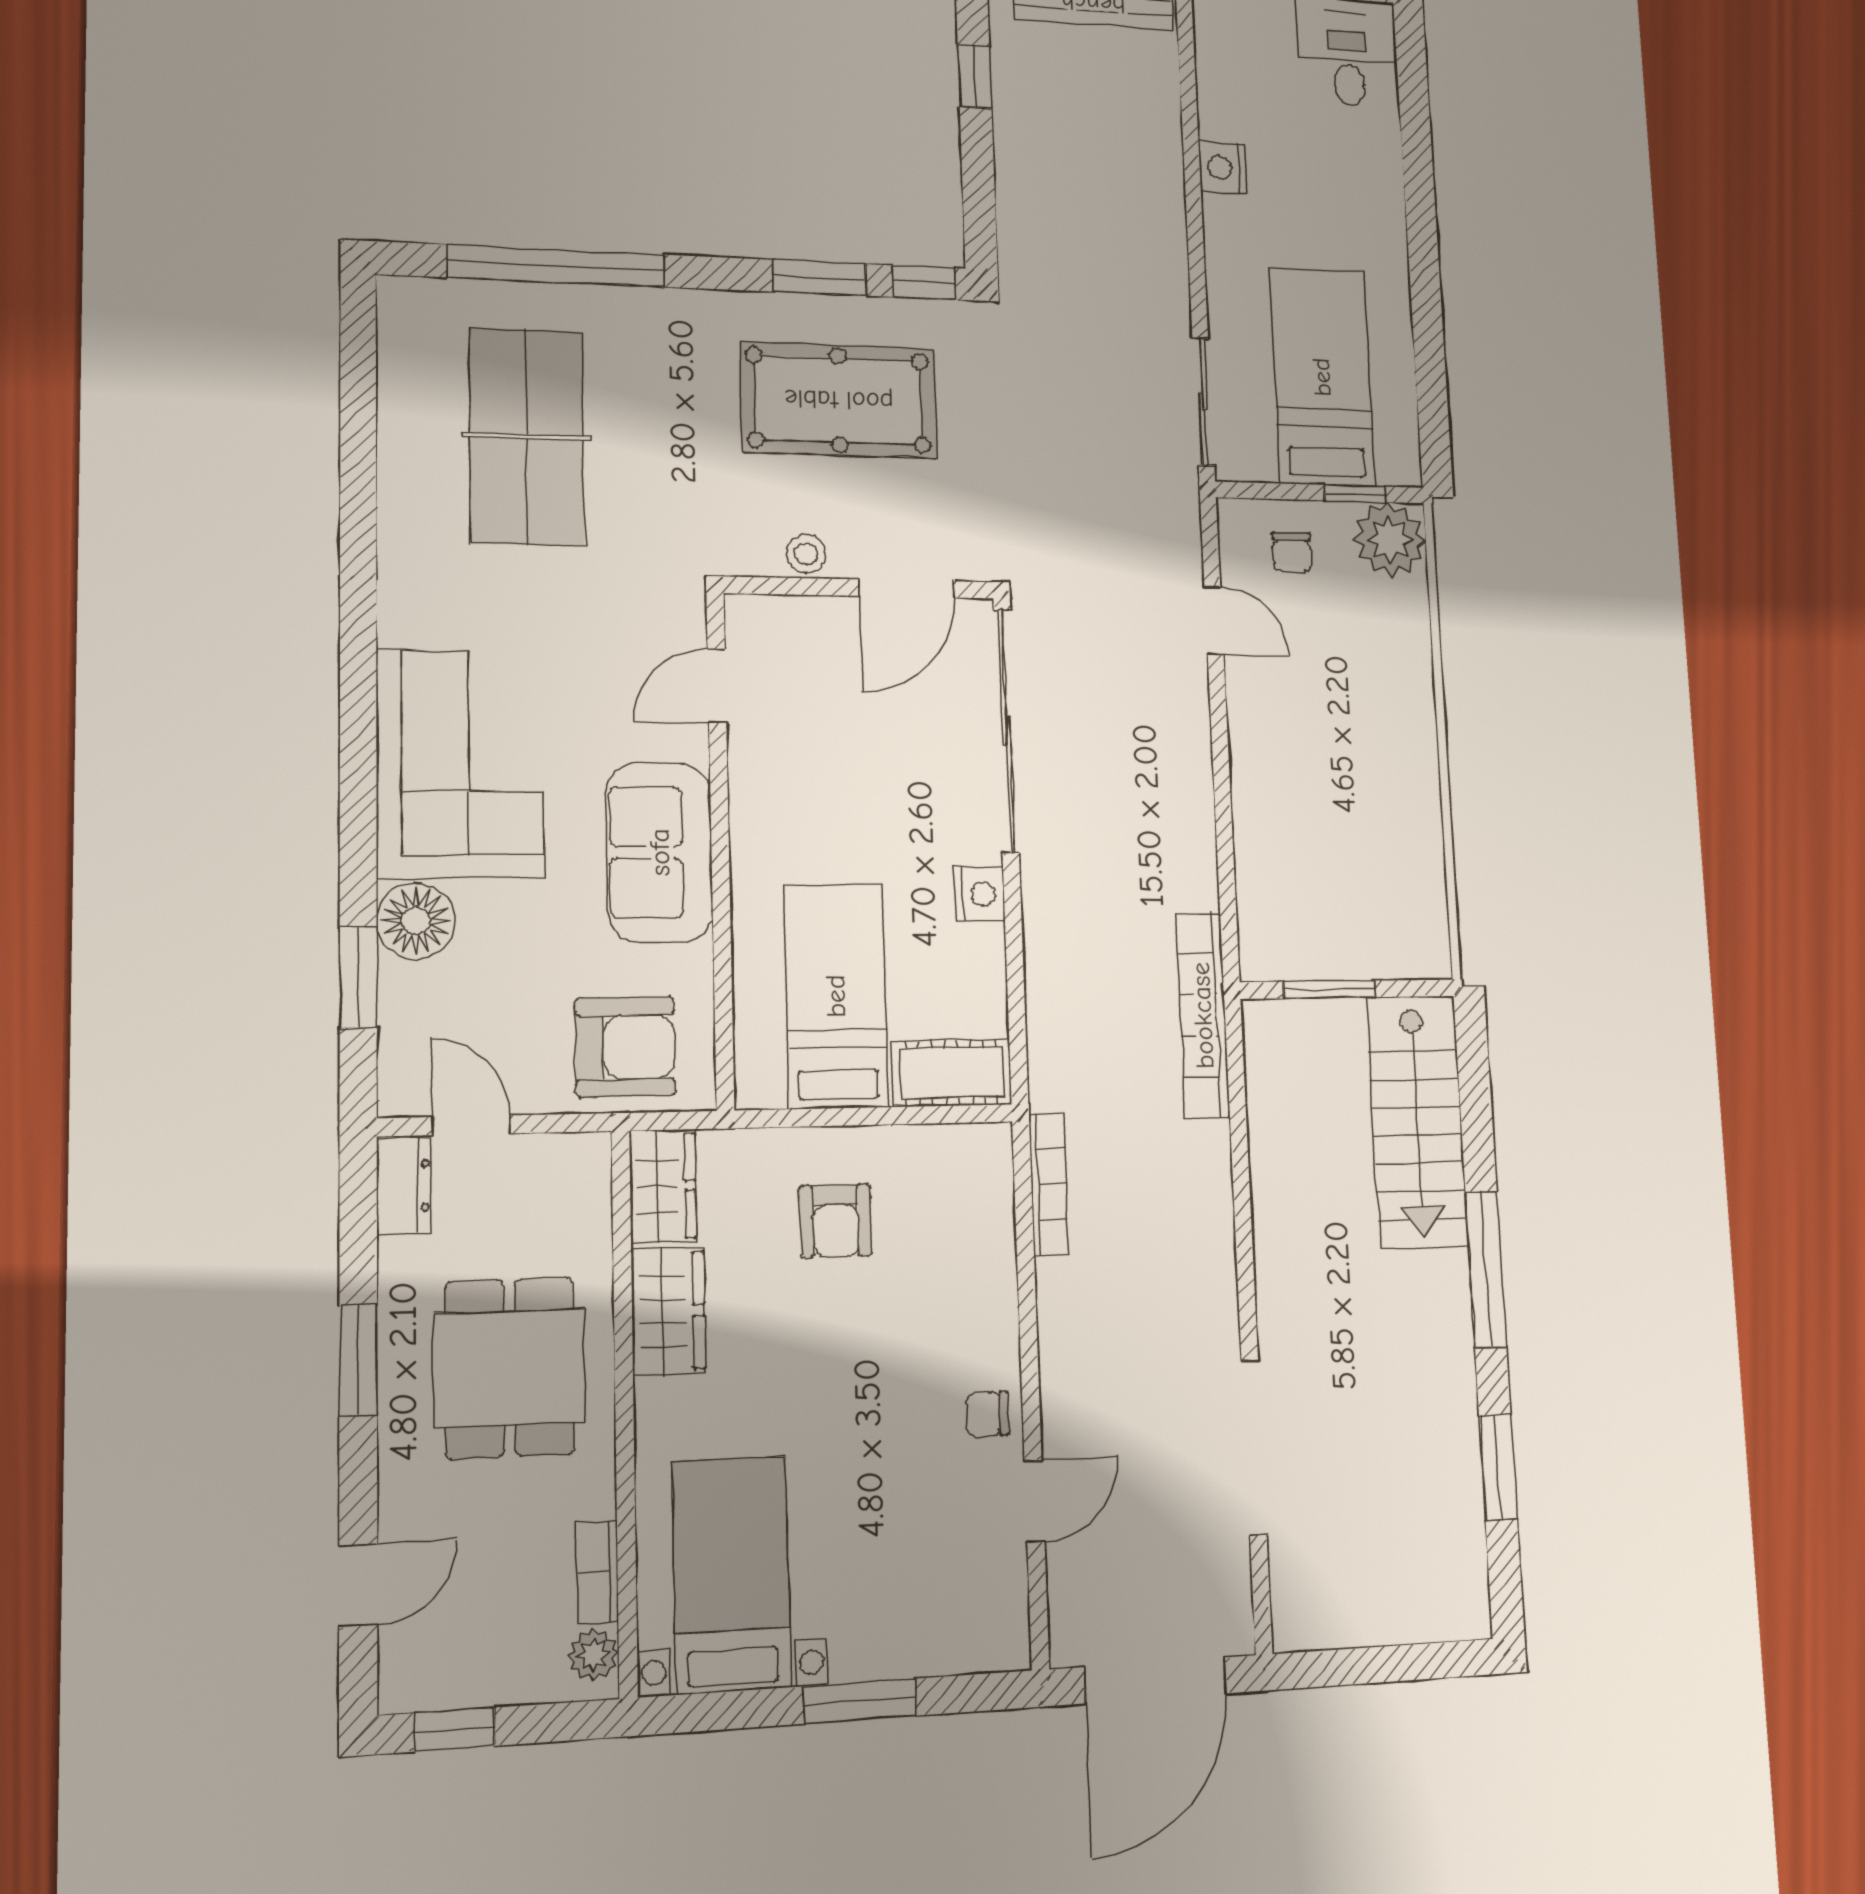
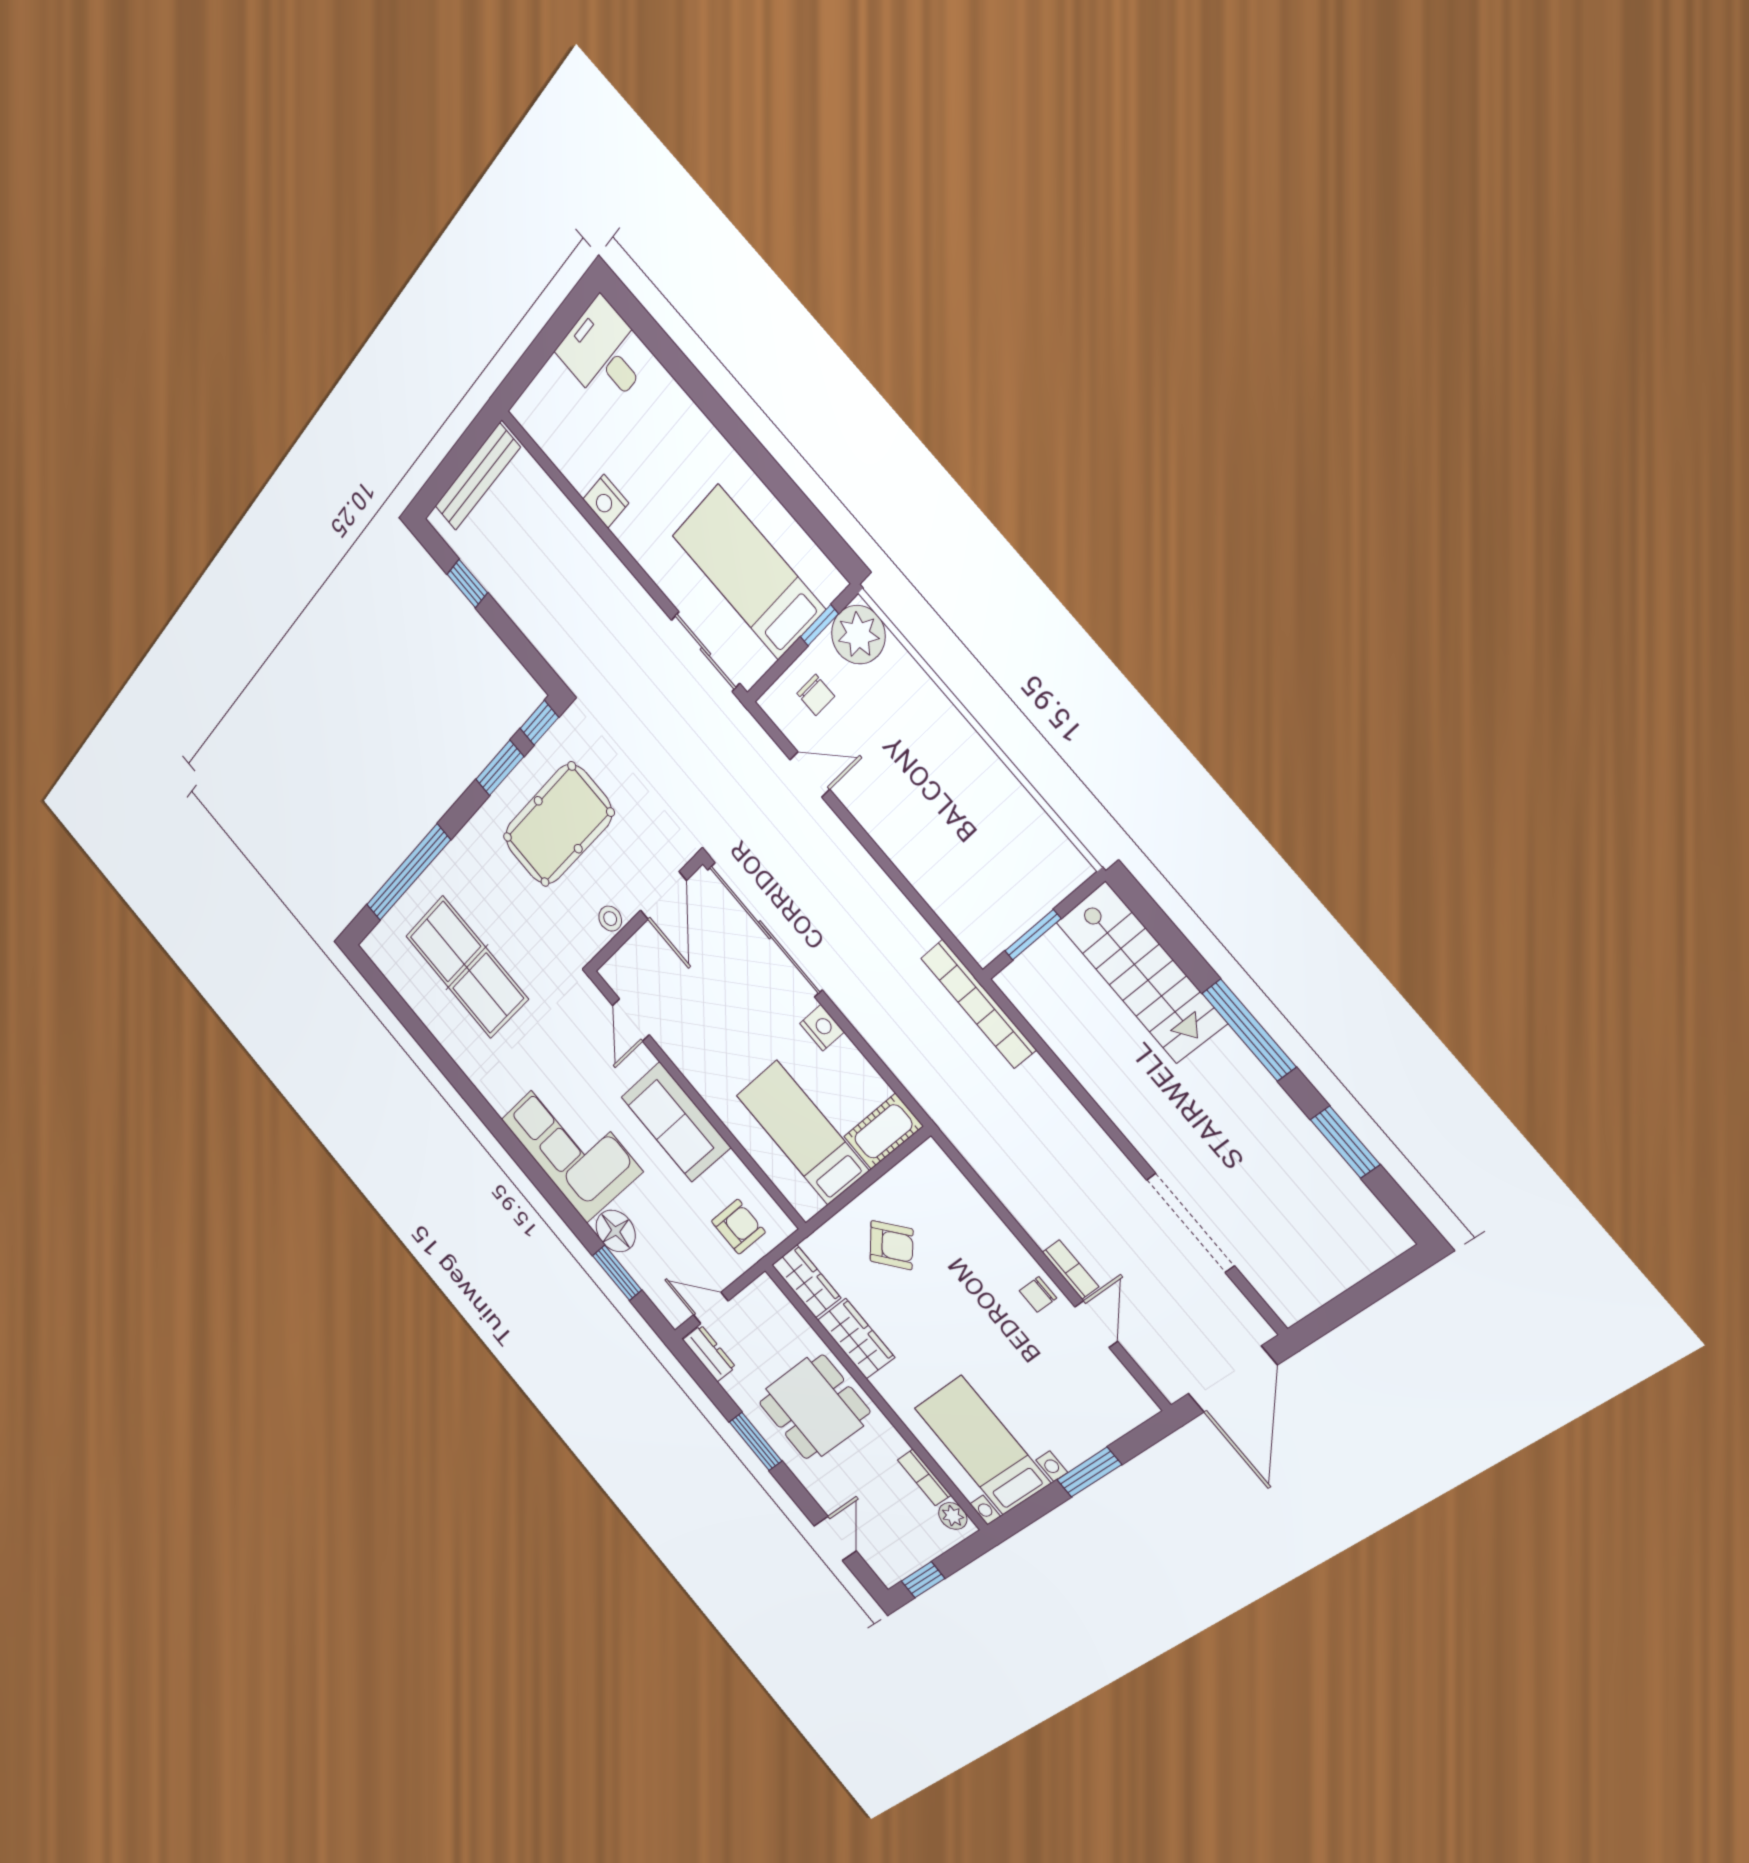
armchair: (625, 1047) -> (738, 1227), width x0.72, depth x0.72
bookcase: (1049, 1184) -> (1071, 1269), moved, width x0.64
armchair: (836, 1221) -> (891, 1245), turned -44
dining table: (510, 1368) -> (814, 1407), turned 90

